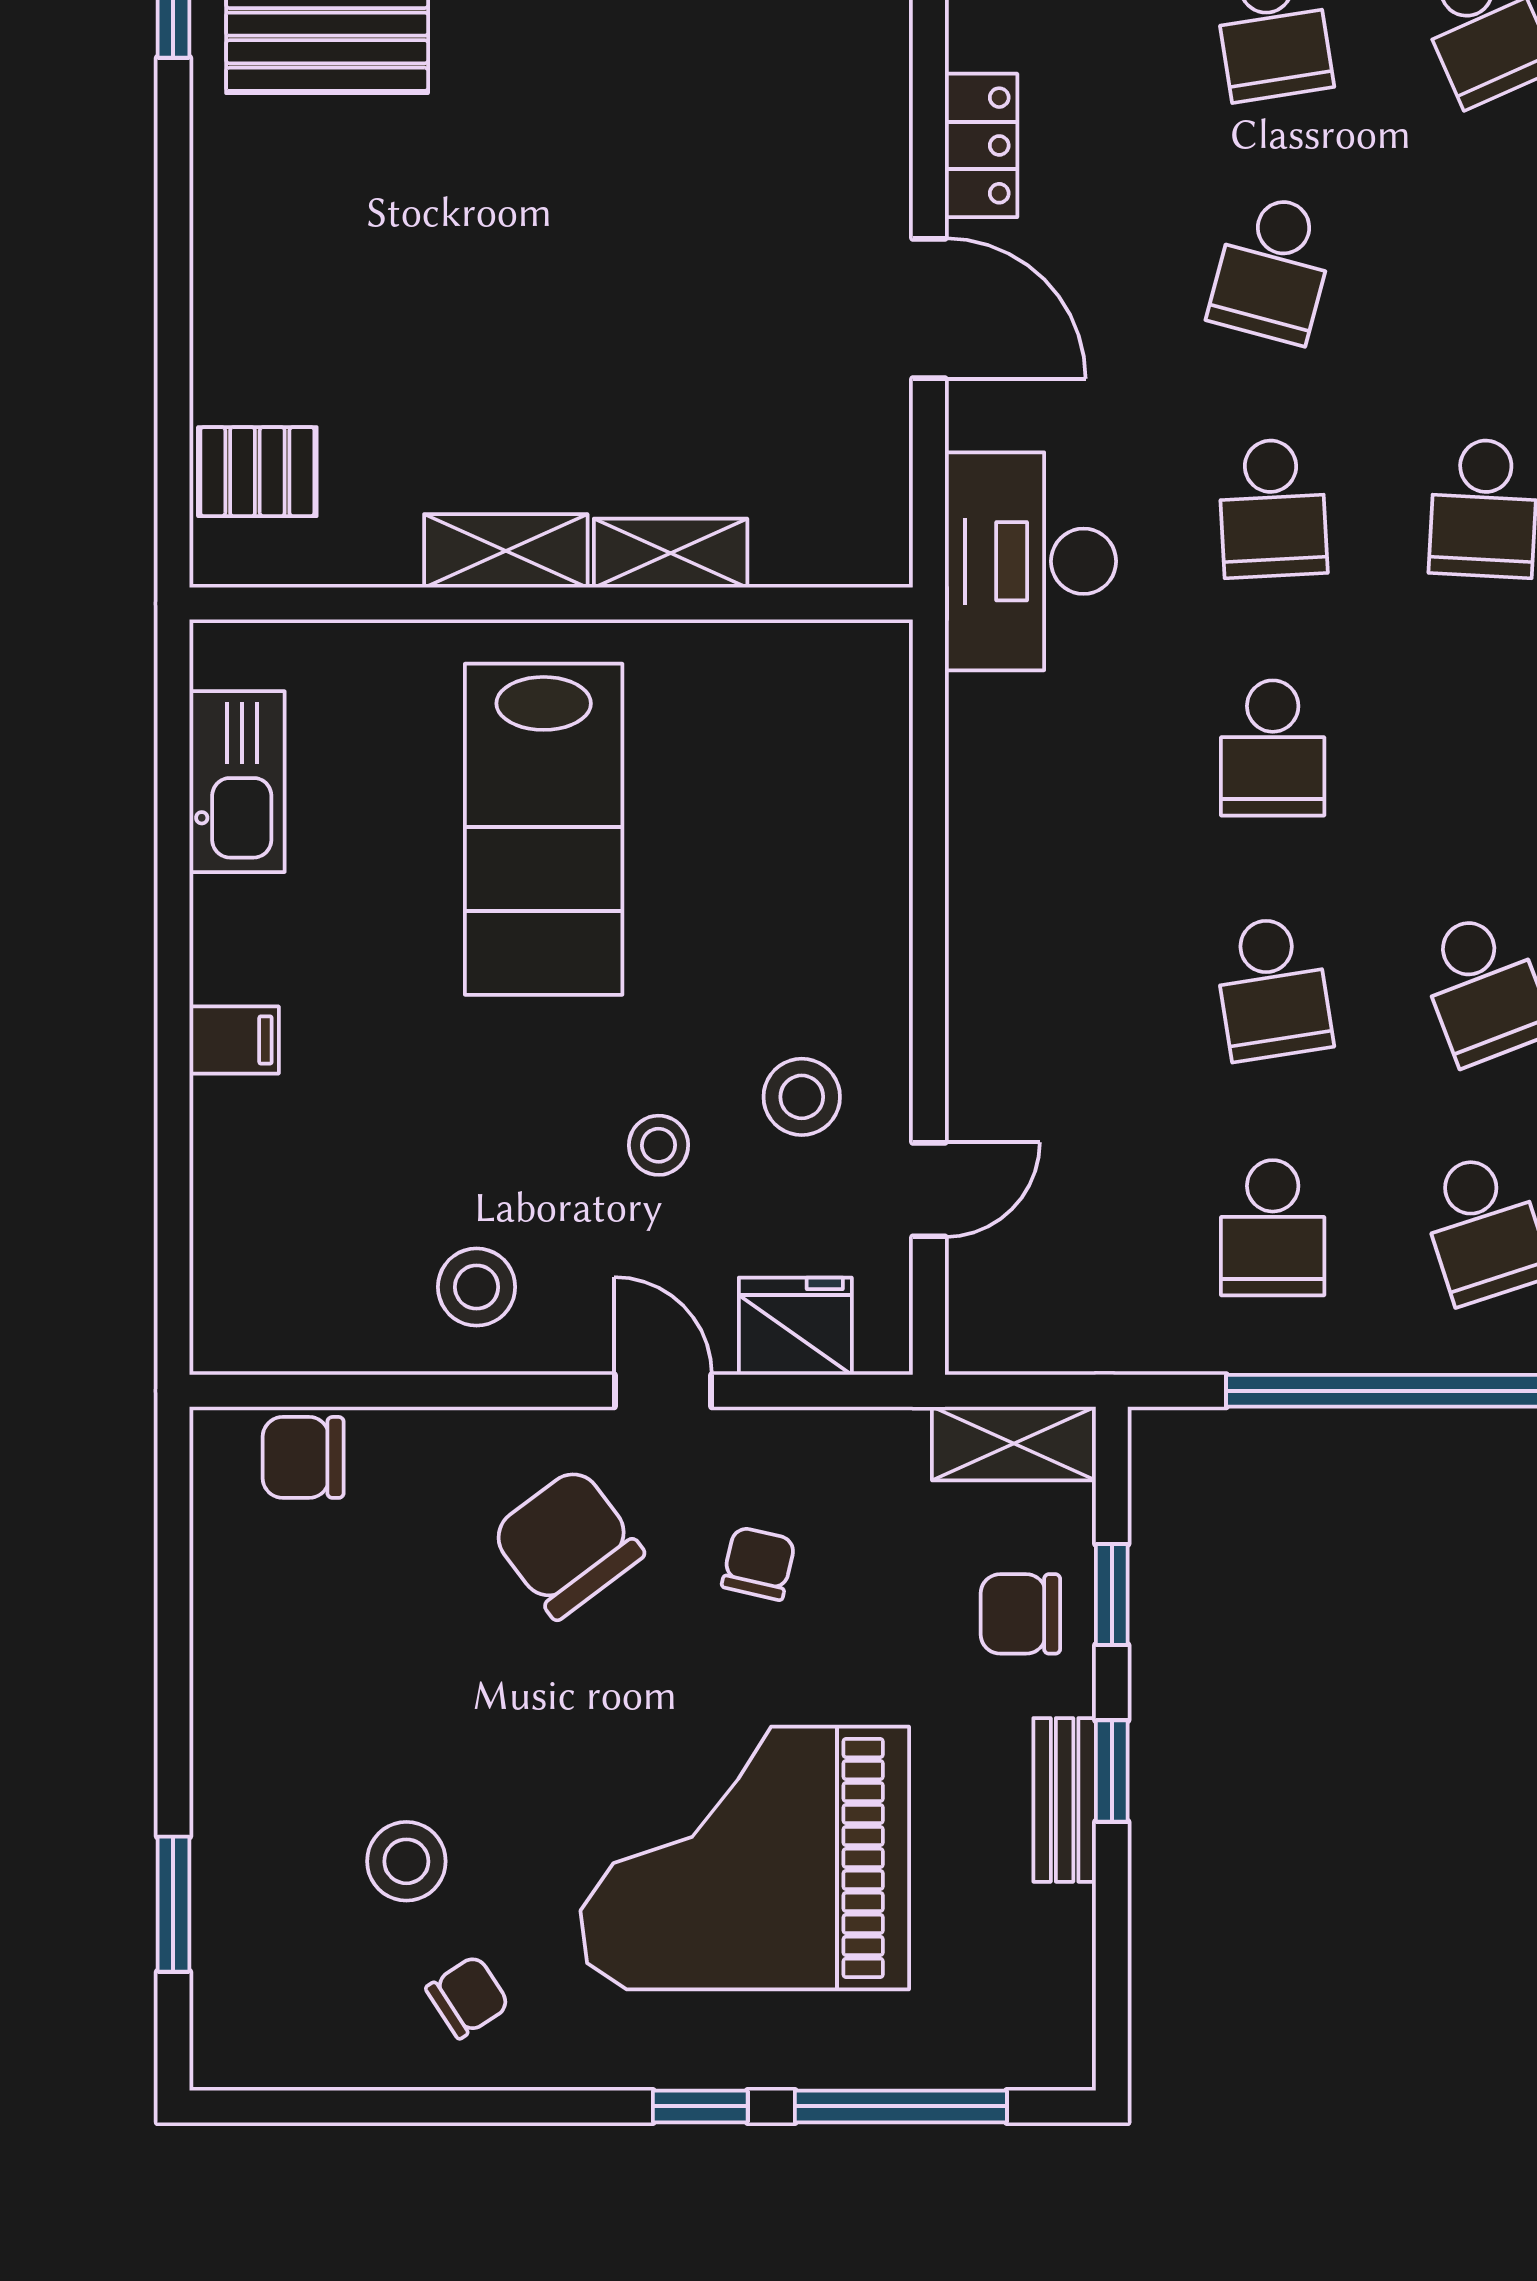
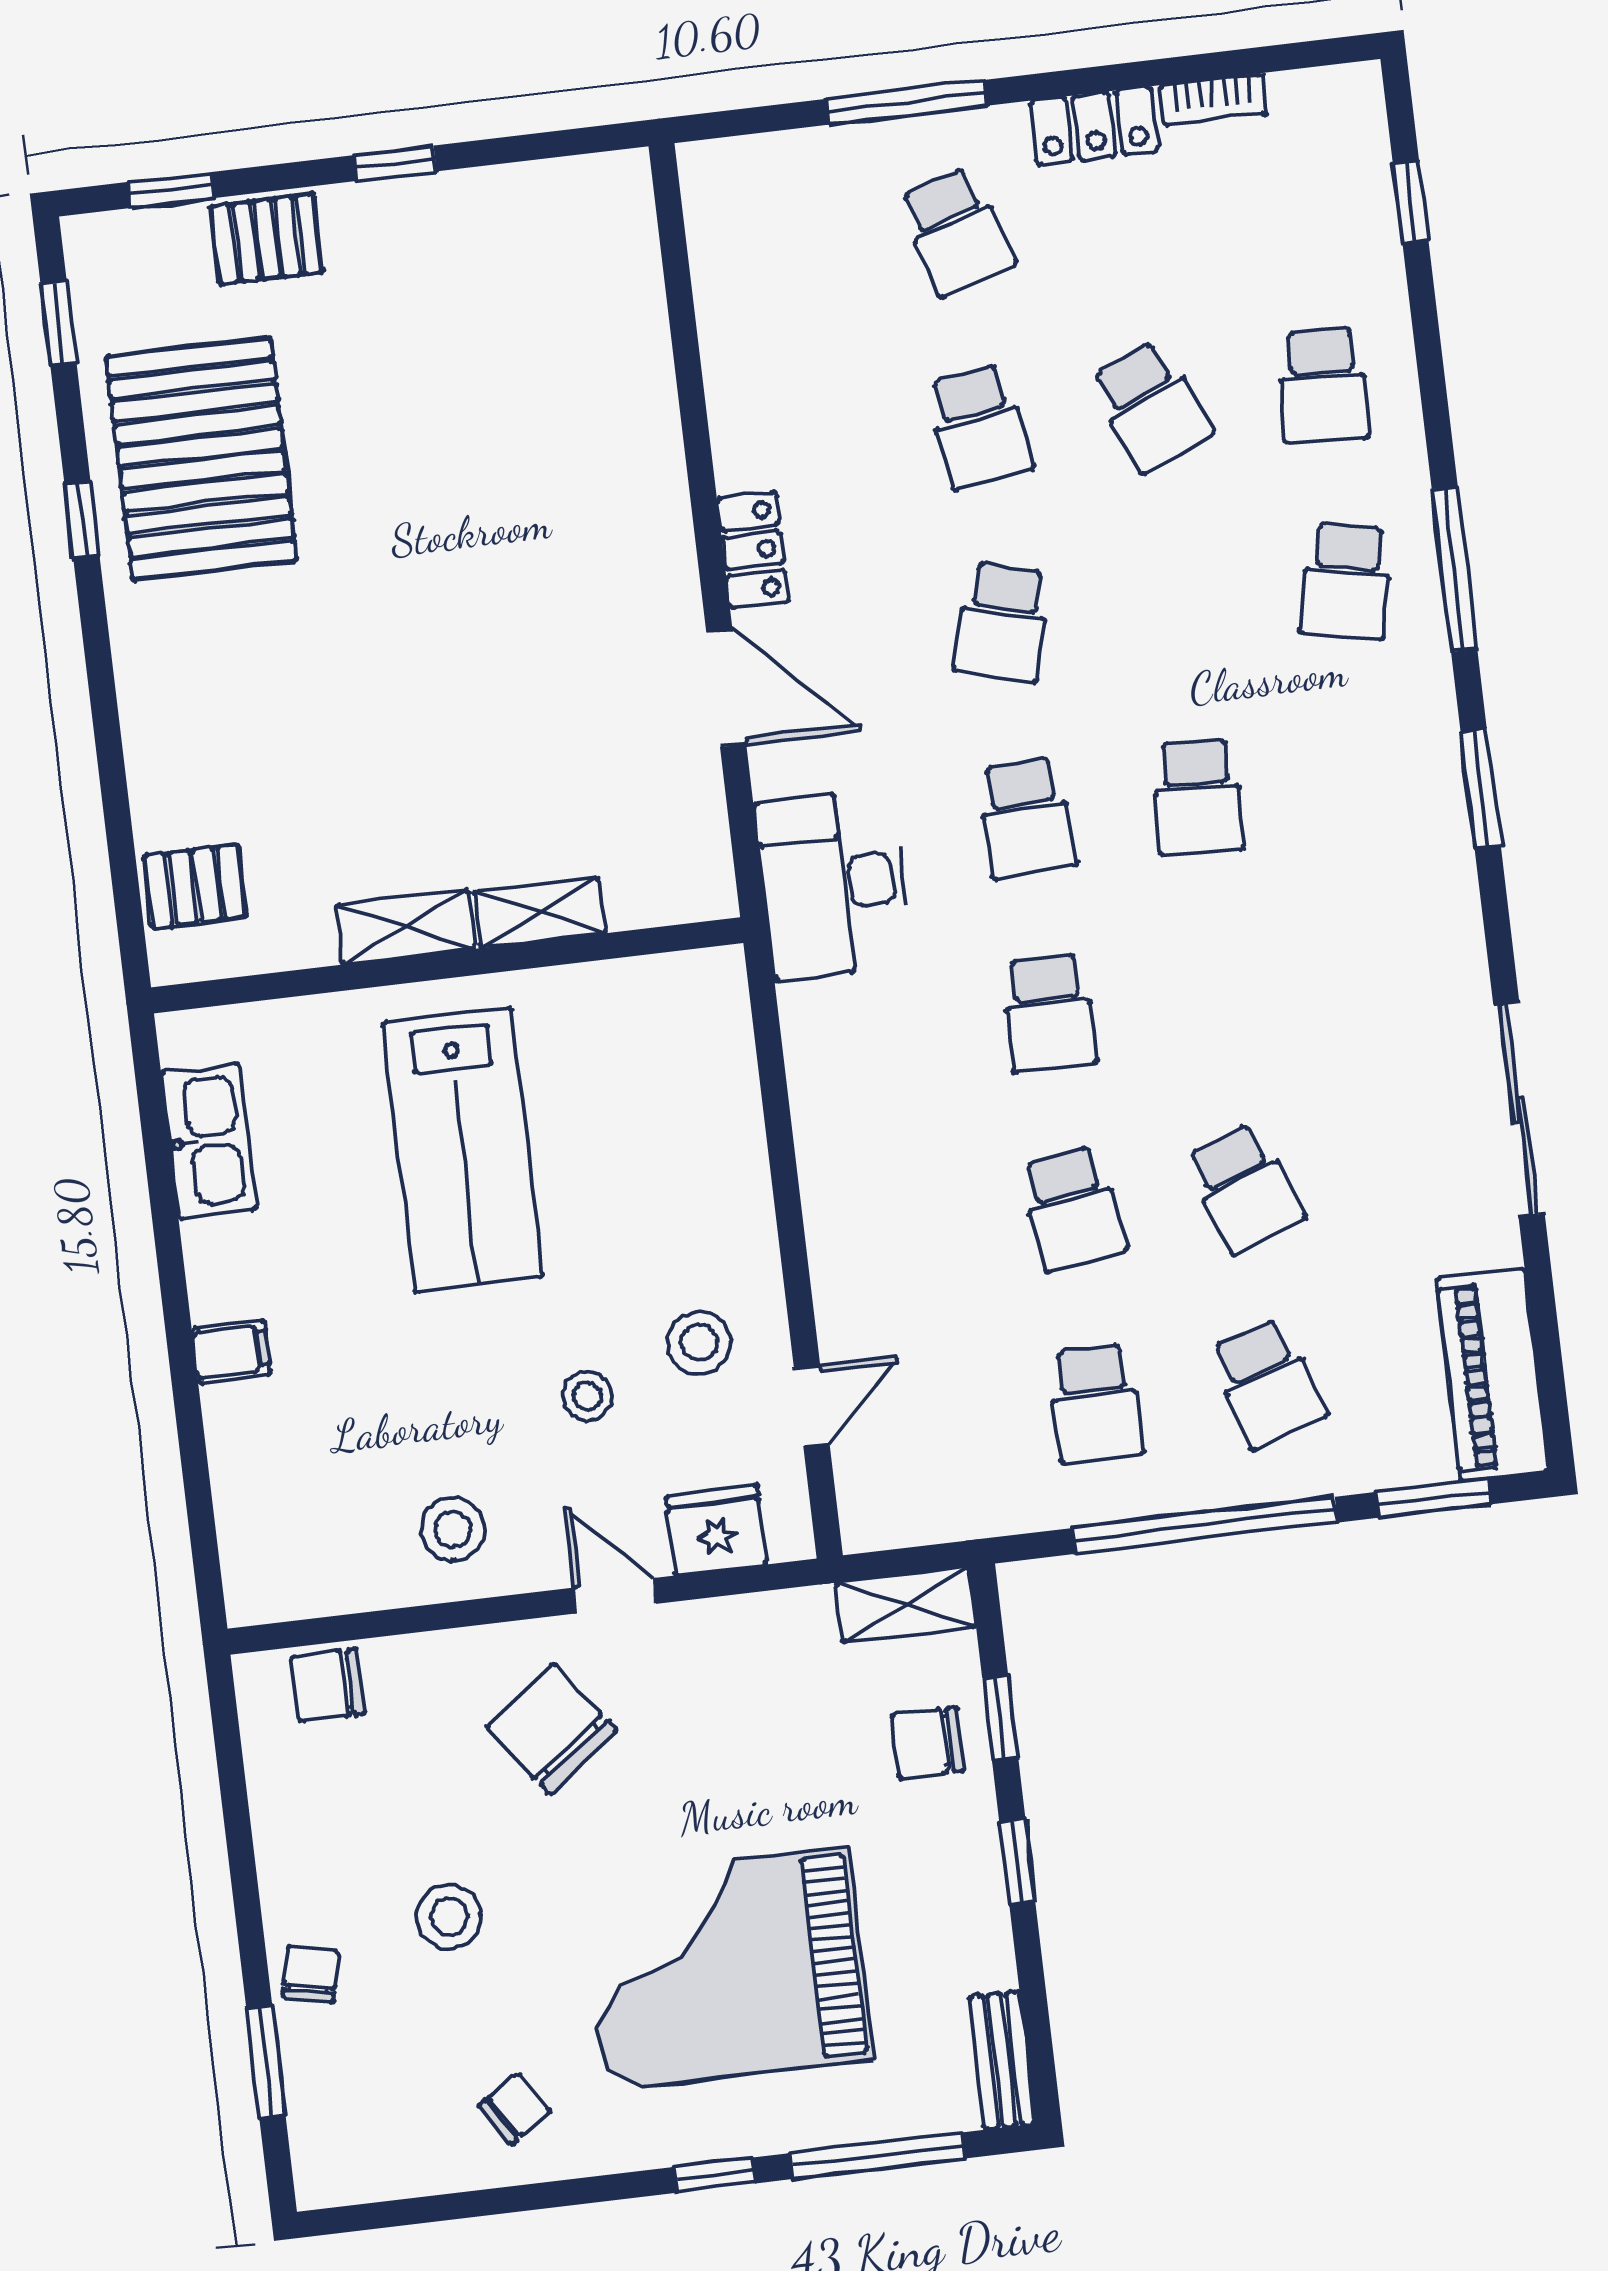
chair: (759, 1563) -> (311, 1974), moved
bench: (1065, 1800) -> (1002, 2060), moved
stool: (406, 1861) -> (449, 1917), moved

